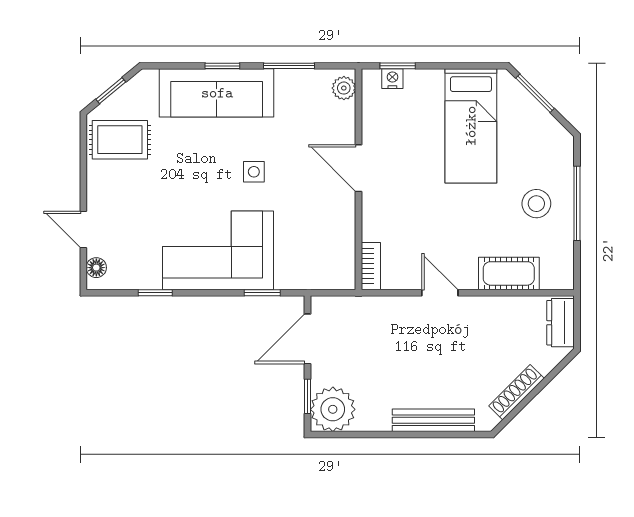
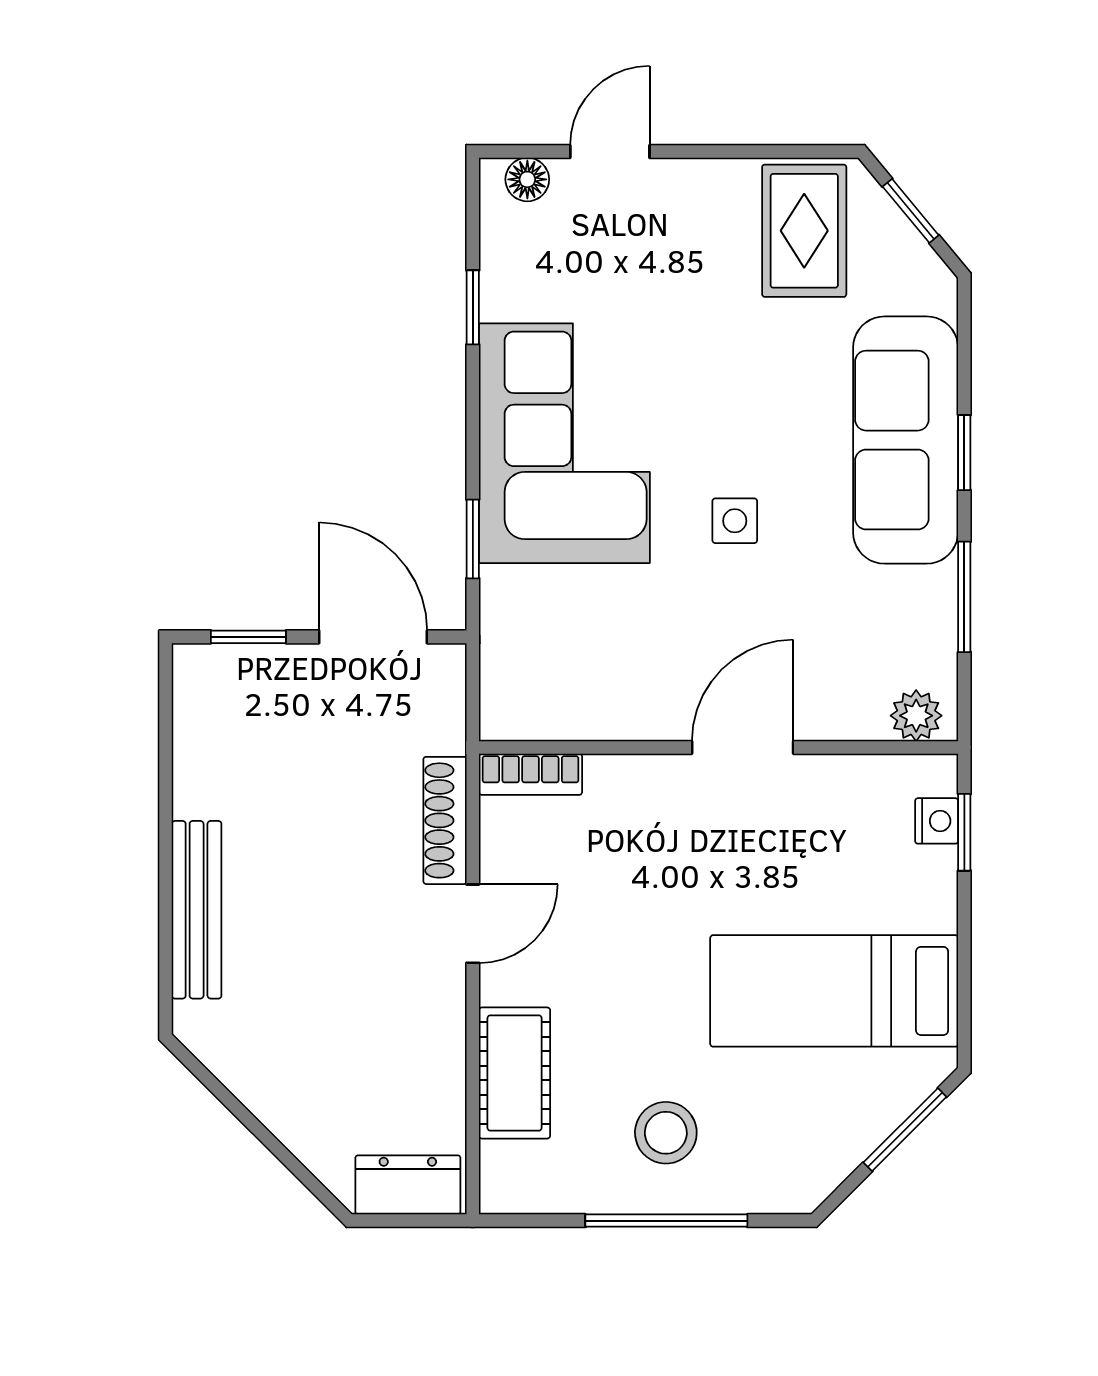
shoe rack: (516, 392) -> (445, 820), moved, turned -135
plant: (333, 409) -> (220, 692), removed

